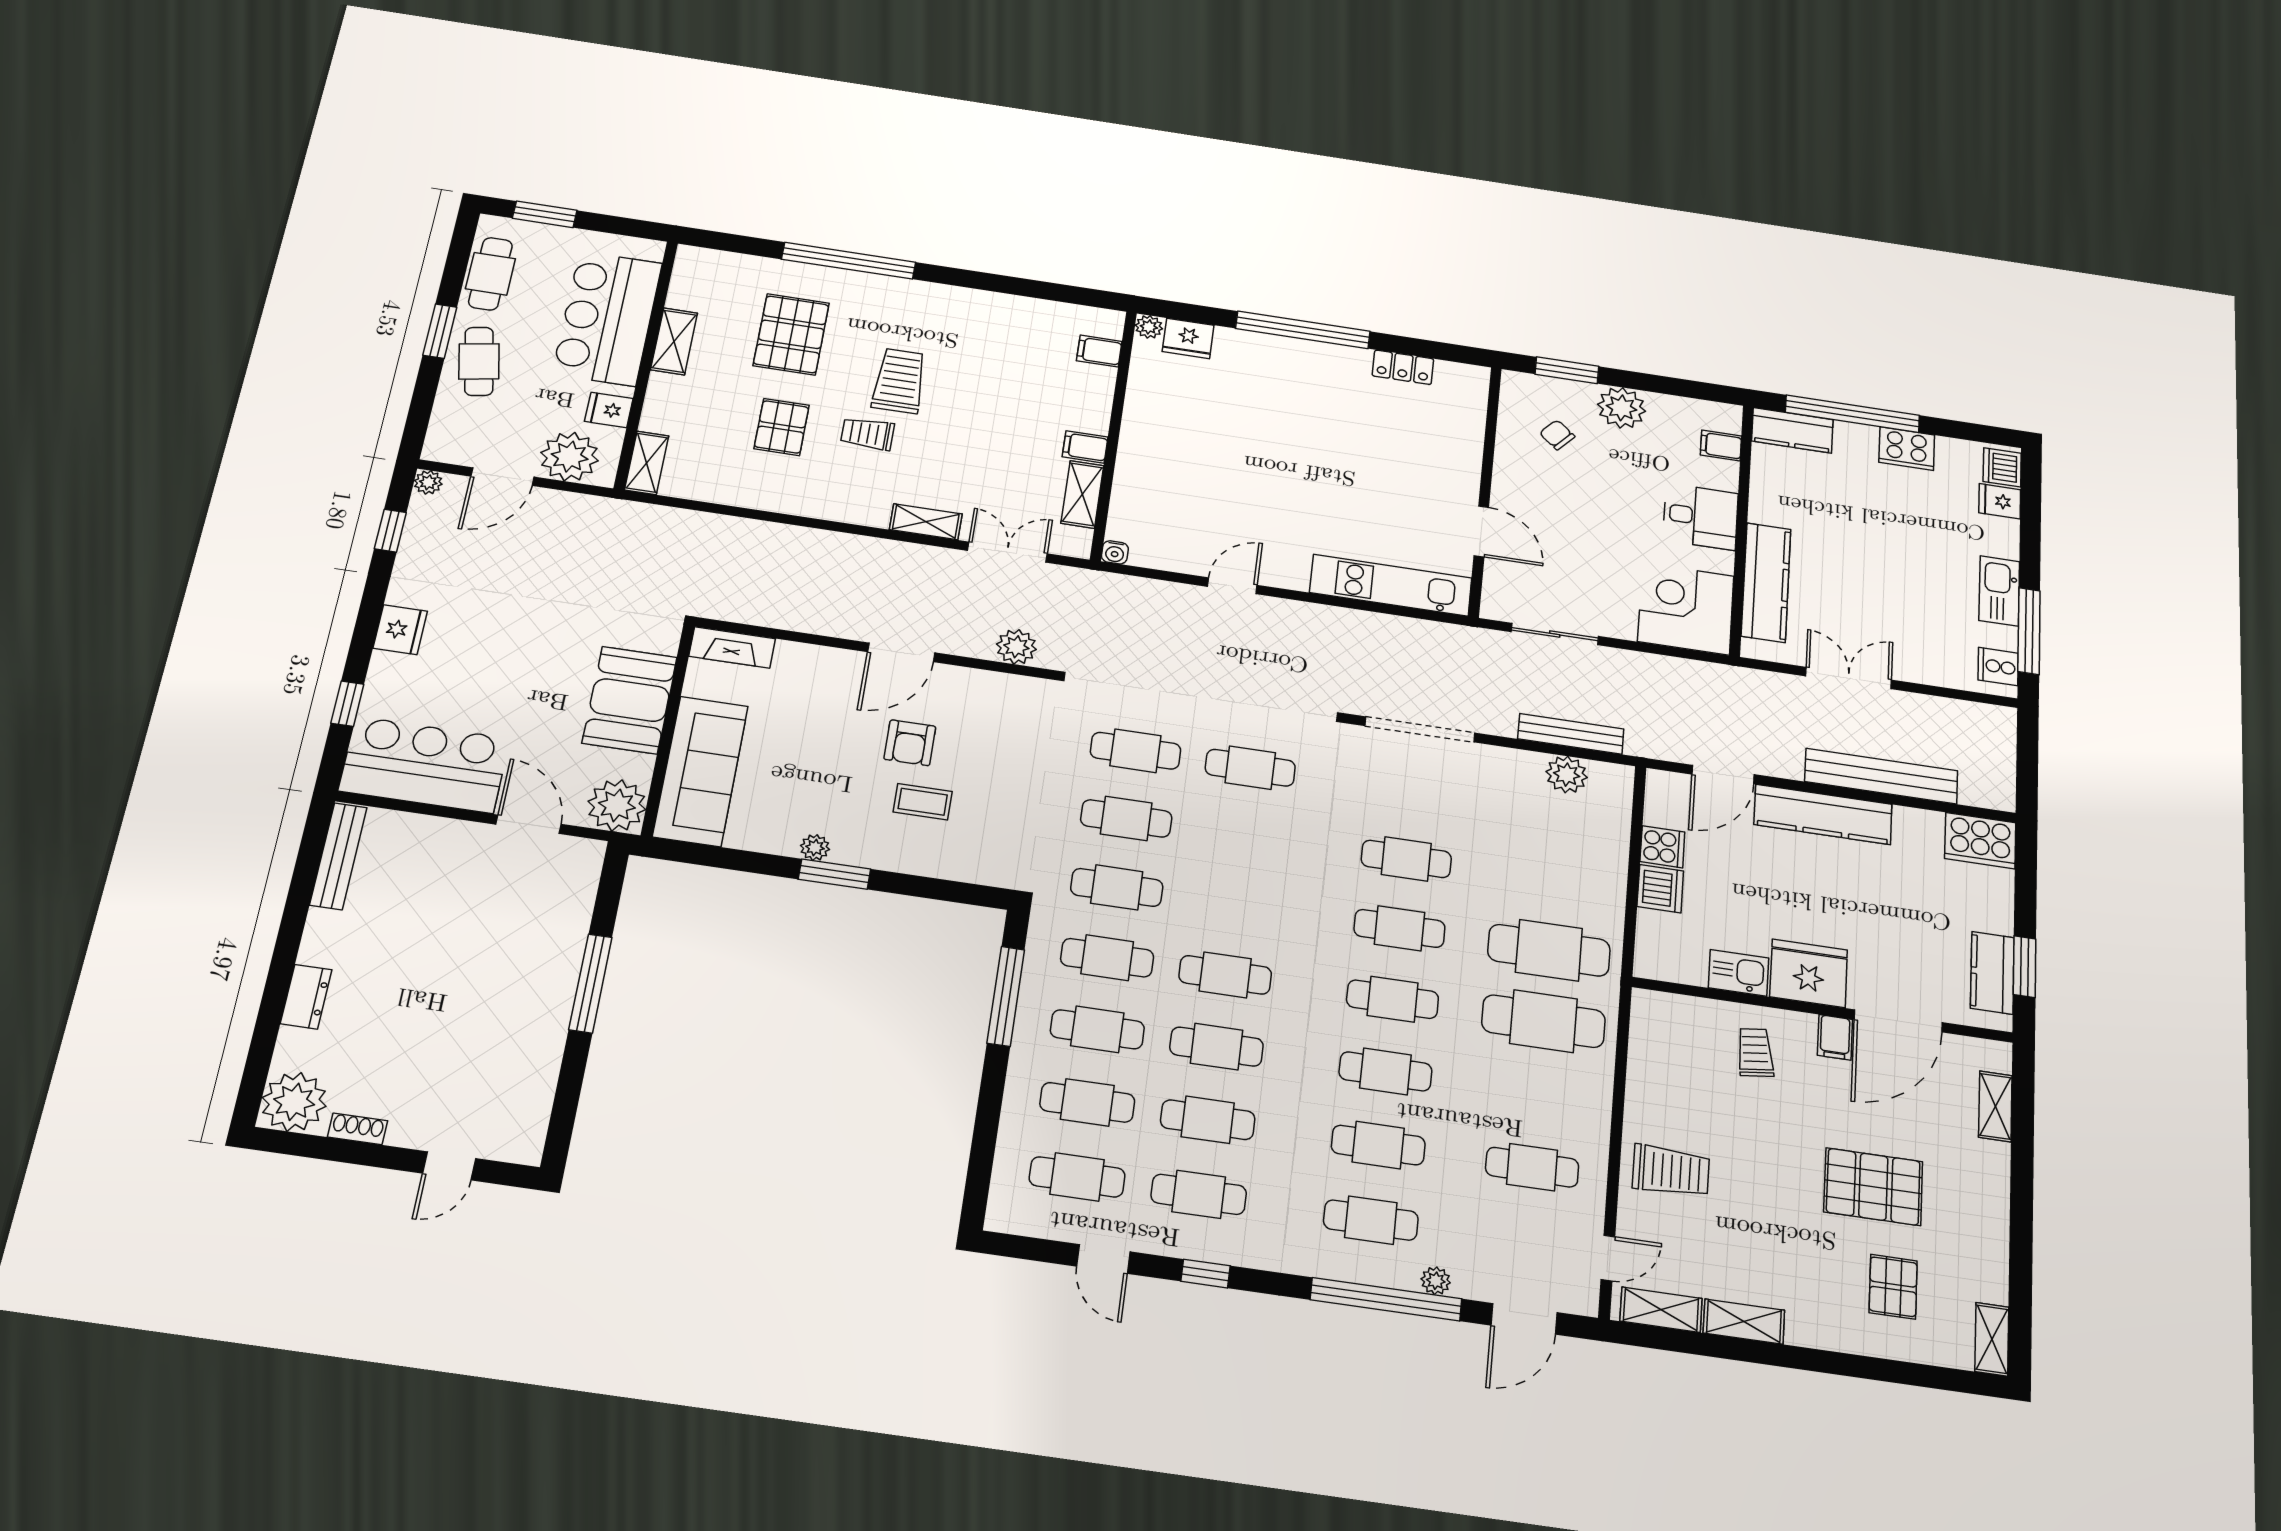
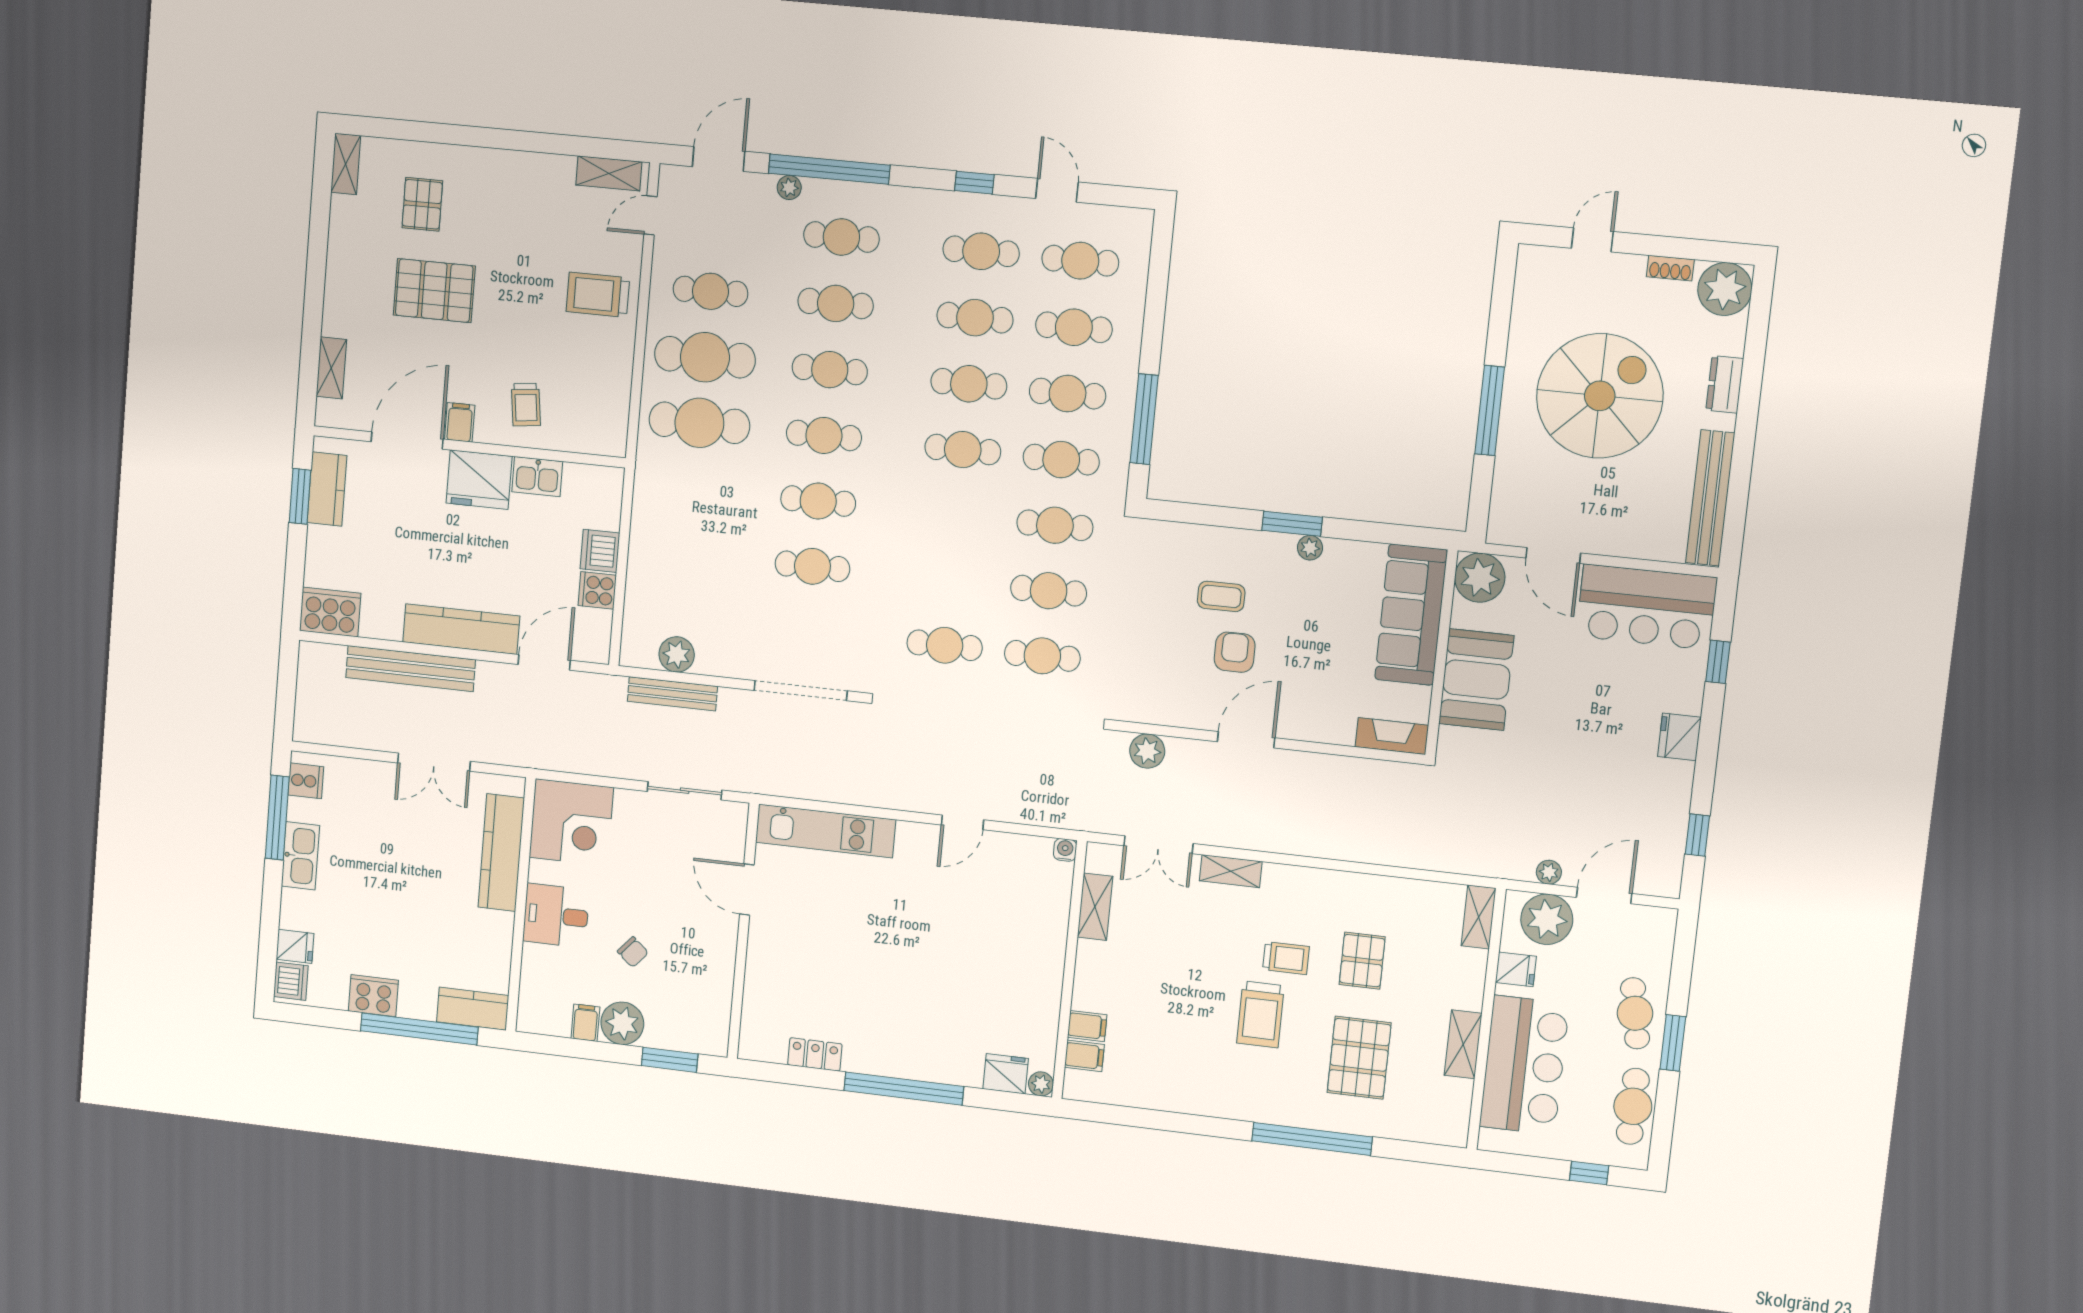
window: (545, 214) -> (1589, 1173), width x0.67
chair: (1557, 435) -> (633, 952), moved
filing cabinet: (1721, 446) -> (585, 1023), moved, turned -90
filing cabinet: (1085, 447) -> (1087, 1026), moved
plant: (428, 482) -> (1549, 872), moved
bench: (338, 856) -> (1710, 498), width x1.37, depth x1.21
cafe table: (1549, 950) -> (705, 357), moved
spiral stairs: (457, 992) -> (1600, 396), added
shelving: (1744, 1322) -> (543, 167), removed

